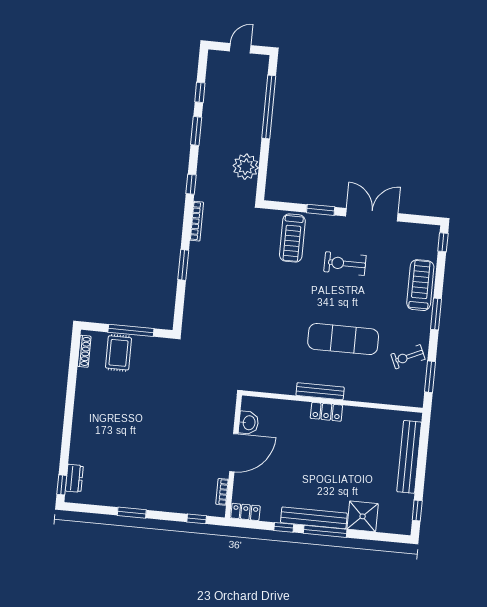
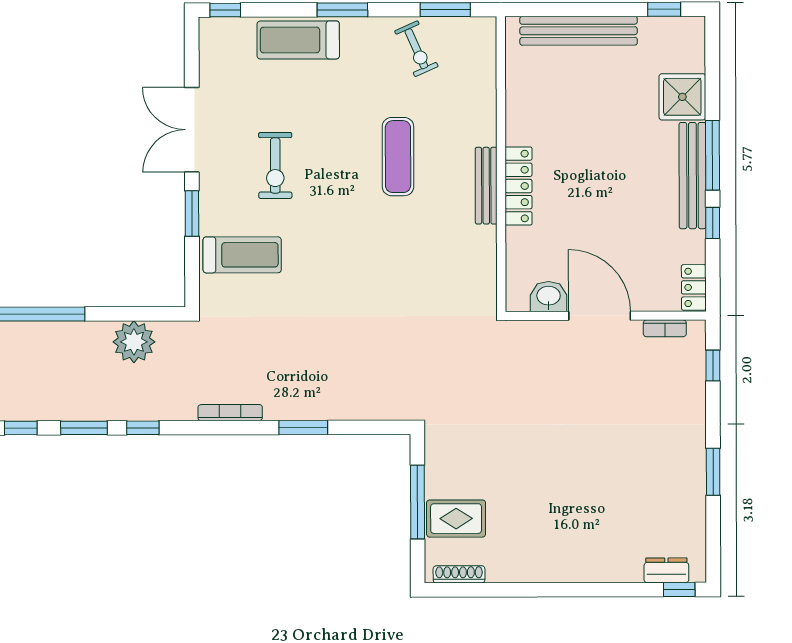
window: (191, 184) -> (143, 428), moved
exercise mat: (343, 339) -> (398, 157), width x0.73, depth x0.69
locker: (326, 412) -> (519, 186), width x1.53

